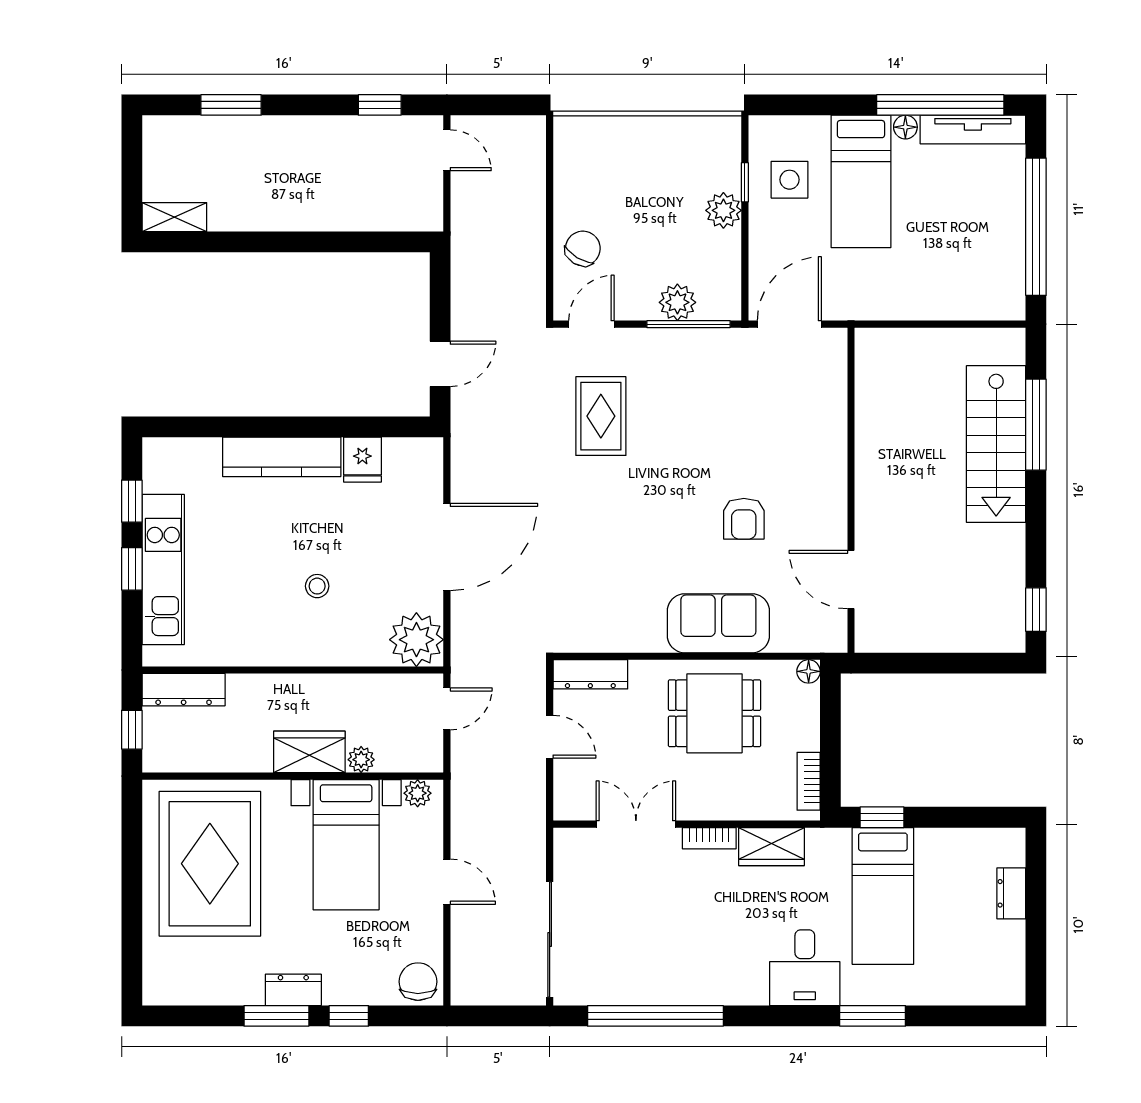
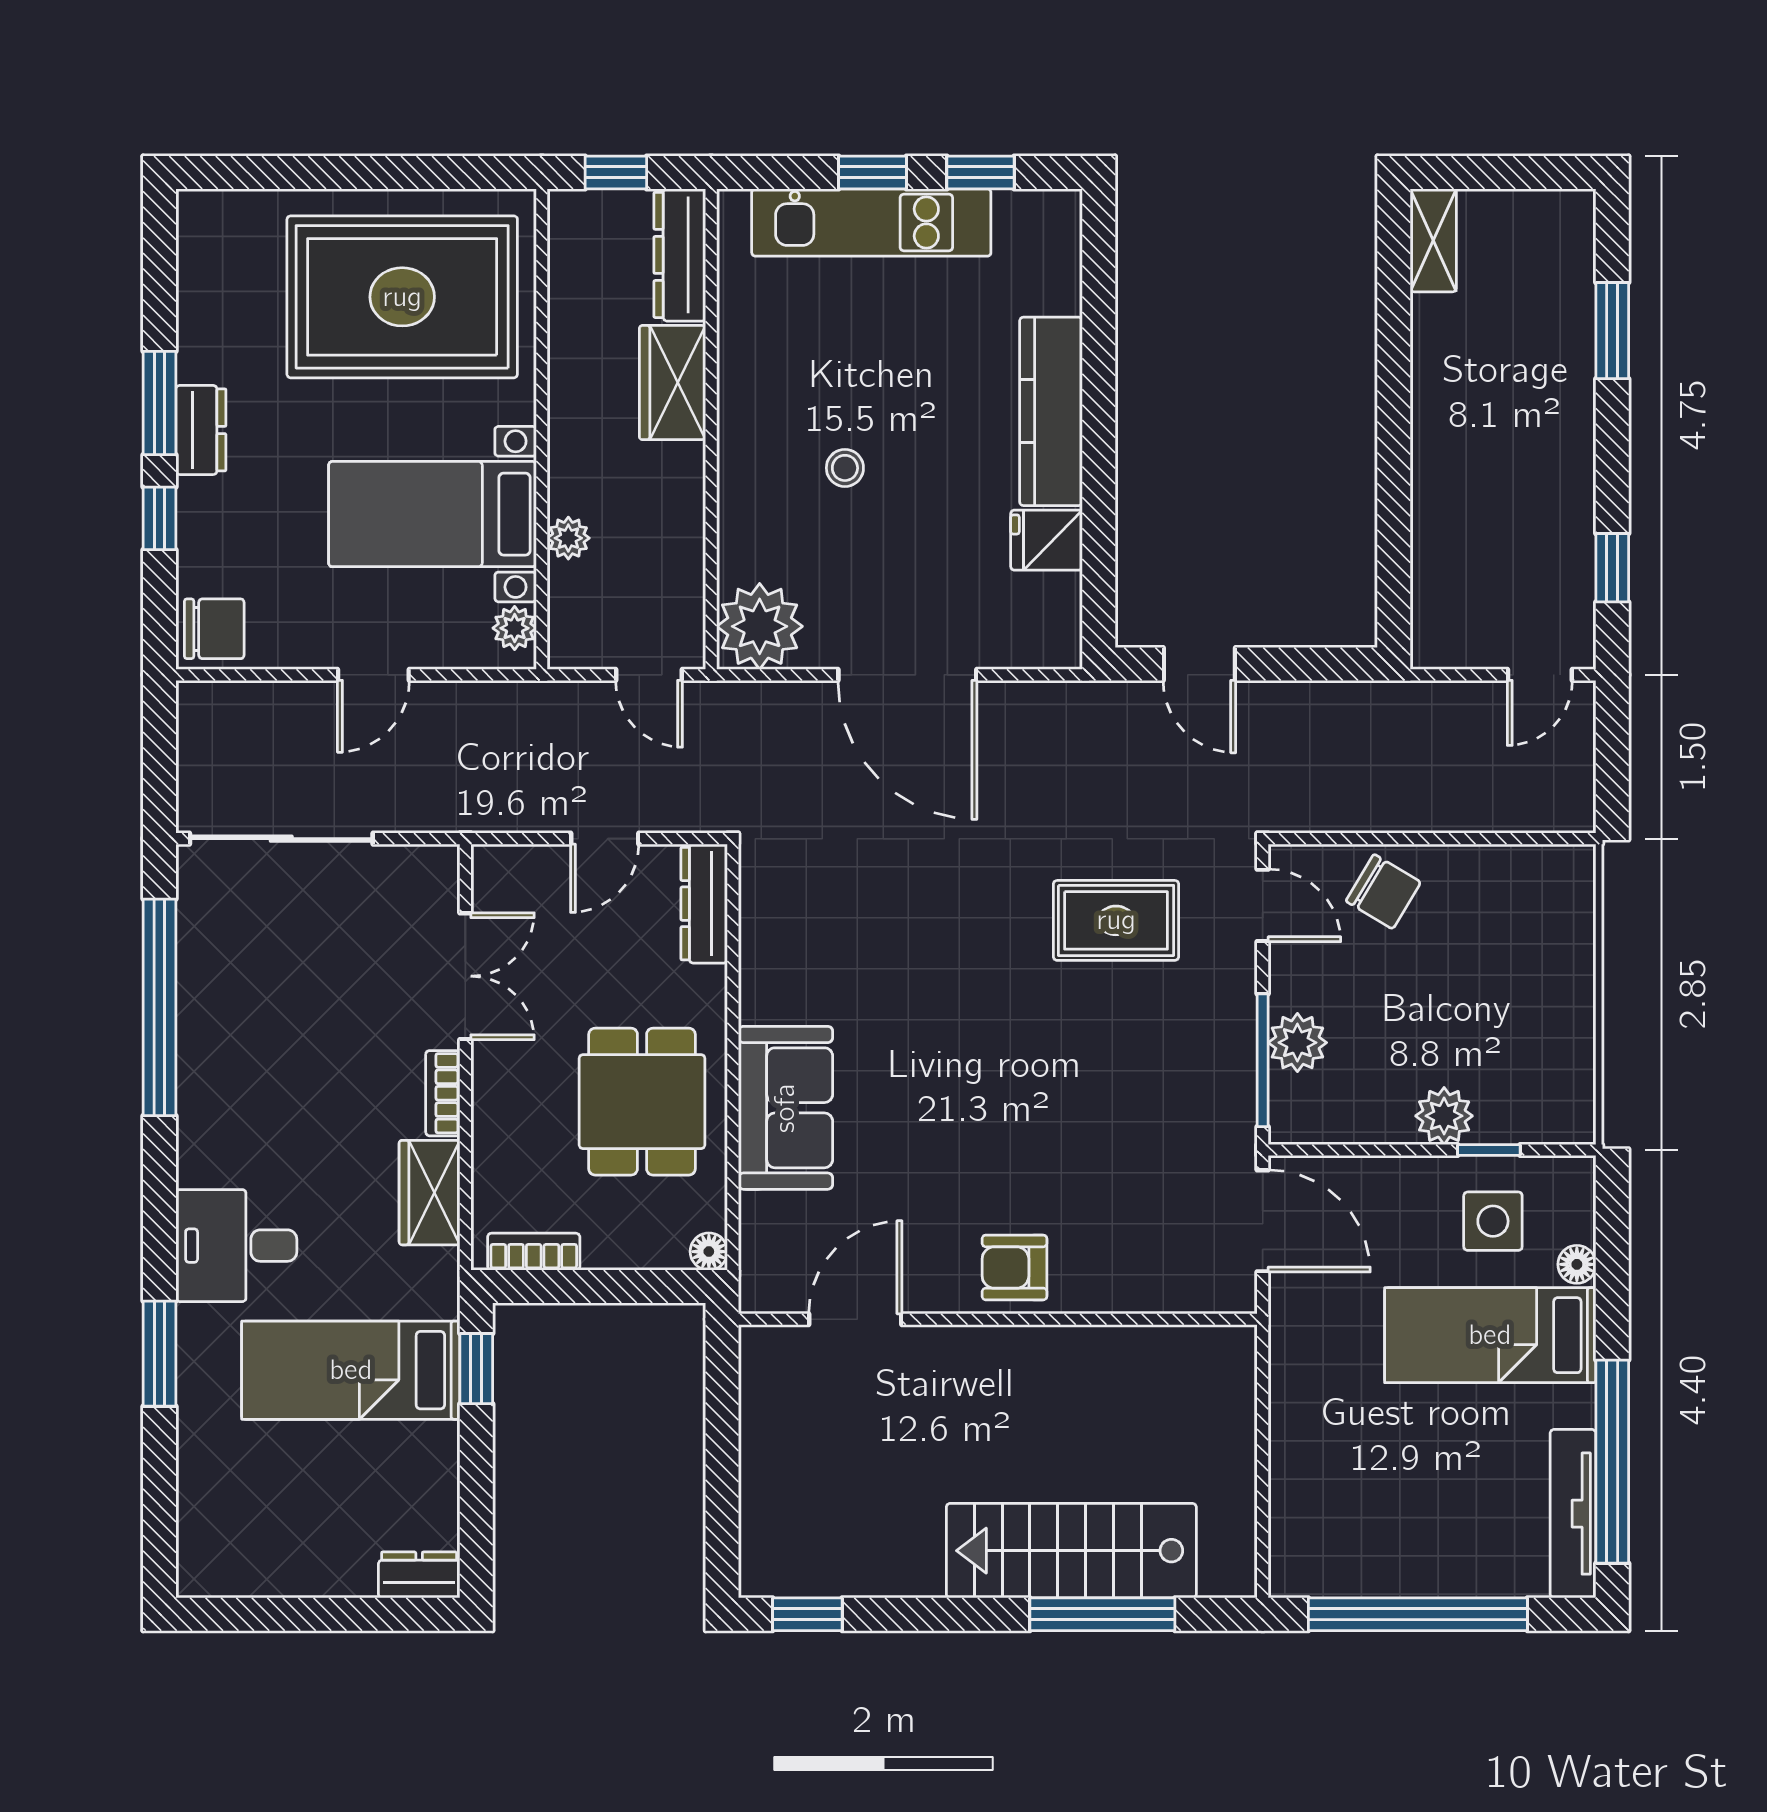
floor lamp: (905, 127) -> (1577, 1264), moved
armchair: (744, 519) -> (1015, 1267), moved
wardrobe: (309, 752) -> (672, 383), moved, turned 180
dresser: (1011, 893) -> (419, 1575), moved

